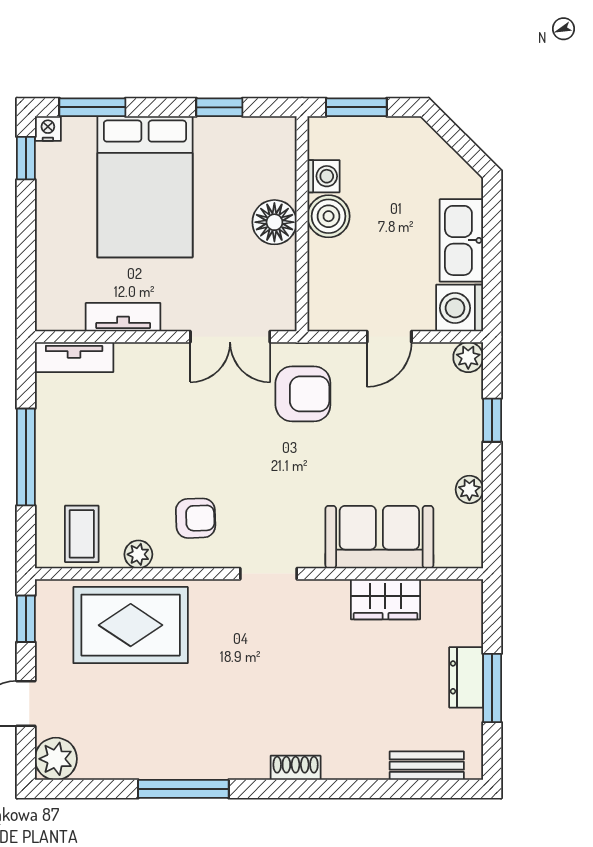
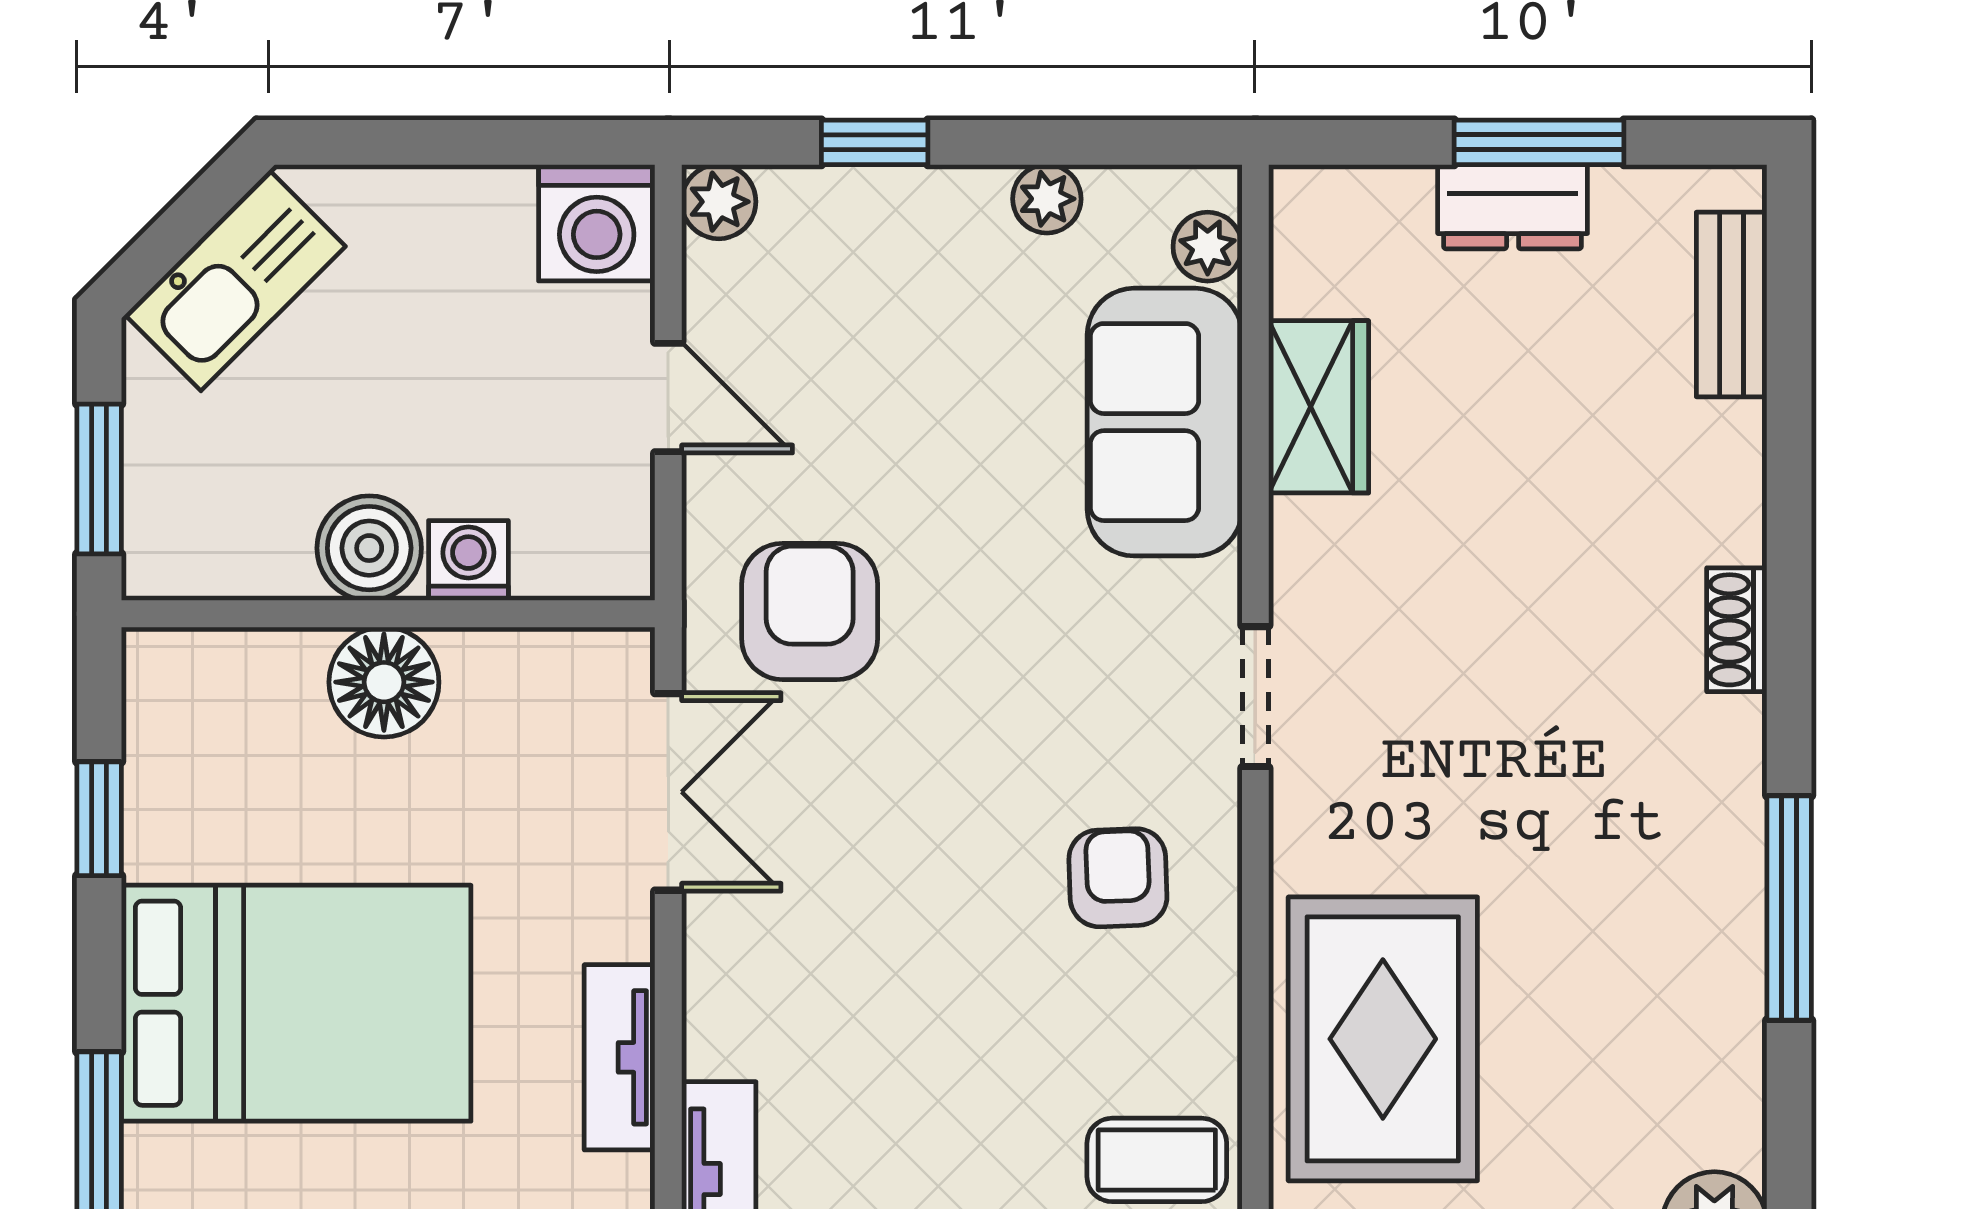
washing machine: (324, 176) -> (468, 560), moved
kitchen sink: (461, 240) -> (235, 280), moved, turned -45
plant: (138, 554) -> (1208, 247), moved

